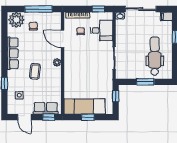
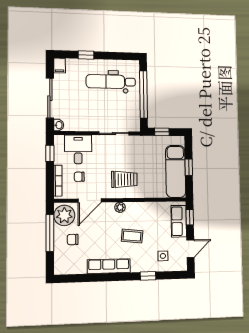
plant: (16, 20) -> (64, 215), moved
trolley: (78, 66) -> (124, 179), added
window: (145, 82) -> (144, 94), width x2.11

